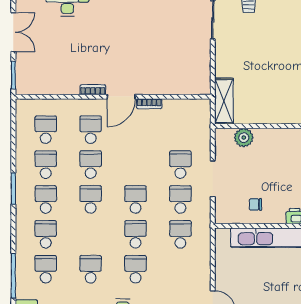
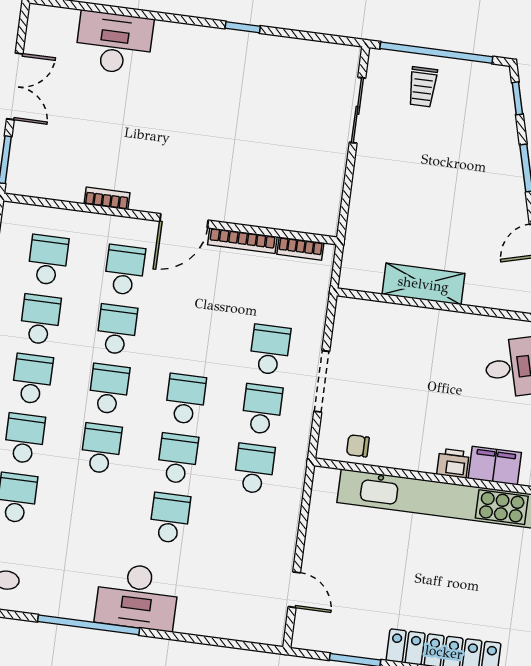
bookcase: (93, 90) -> (107, 198), moved
shelving: (224, 101) -> (423, 284), moved, turned 90
bookcase: (149, 104) -> (242, 241), width x1.56
bookcase: (190, 104) -> (300, 249), added
plant: (244, 138) -> (384, 318), removed
chair: (255, 204) -> (358, 446), moved
school desk: (91, 269) -> (101, 448), moved

